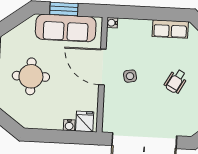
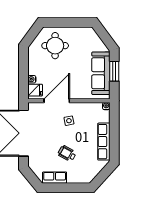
row of seats: (170, 29) -> (104, 142), width x1.48
door: (102, 67) -> (57, 101), moved
round table: (31, 76) -> (55, 46), moved

